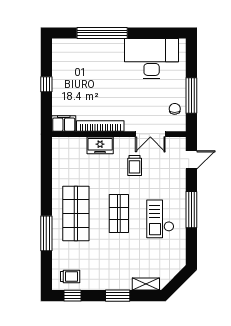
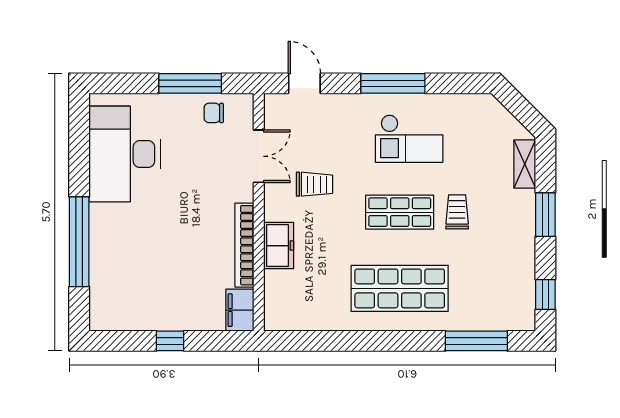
window: (46, 233) -> (476, 341), moved
trolley: (70, 277) -> (457, 212), moved

